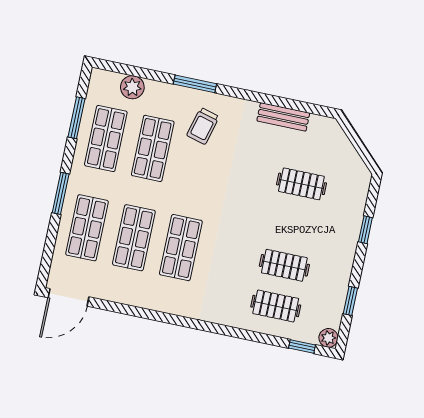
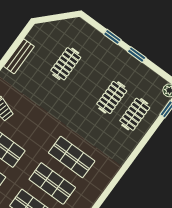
window: (350, 301) -> (137, 55), moved

